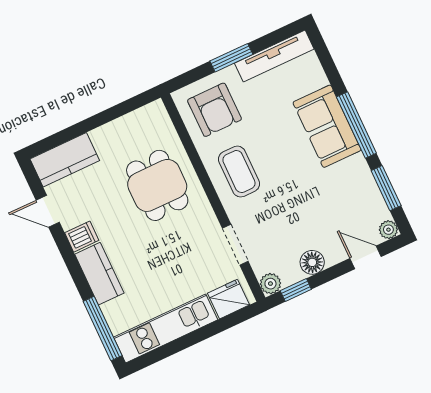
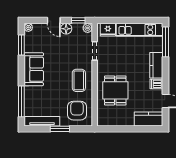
window: (356, 125) -> (21, 101), moved
sofa: (327, 126) -> (34, 69), moved
door: (365, 257) -> (54, 20), moved

